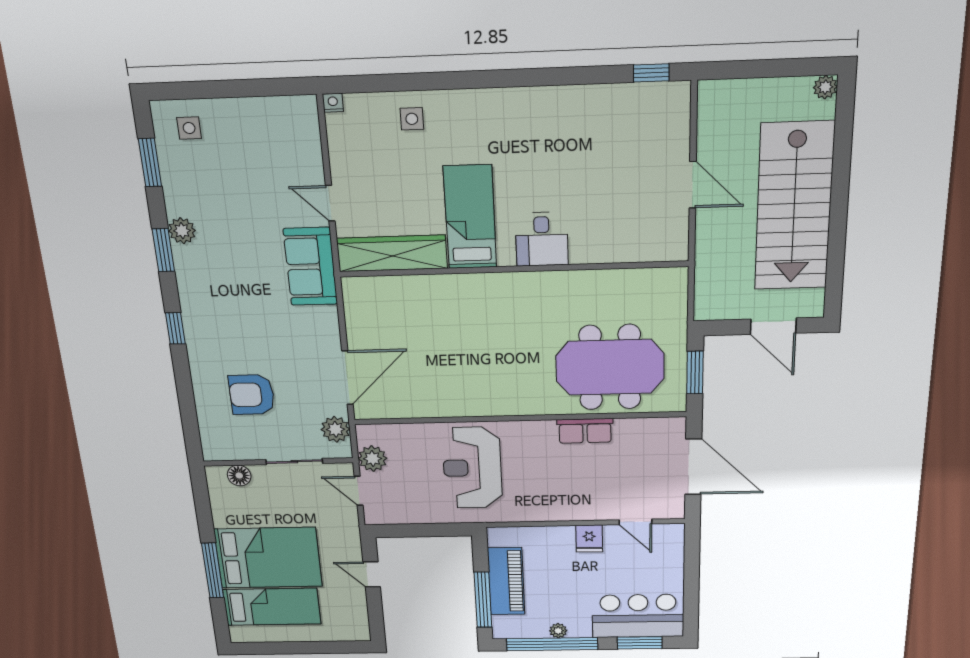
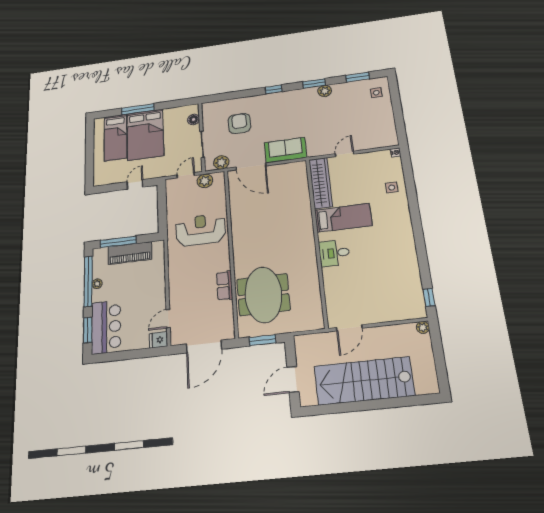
plant: (825, 87) -> (423, 327), moved
door: (693, 185) -> (349, 328), moved
sofa: (311, 267) -> (285, 150), moved
fridge: (589, 539) -> (158, 340), moved

